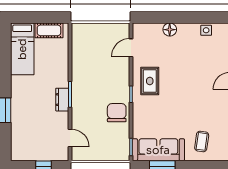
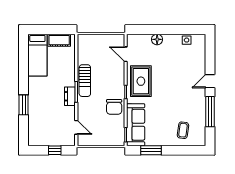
door: (131, 48) -> (126, 54), hinge flipped
sun lounger: (81, 80) -> (85, 81), added
rug: (150, 81) -> (141, 81), width x1.36, depth x1.43
chair: (117, 113) -> (114, 107), turned 180
sofa: (158, 150) -> (136, 125), moved, turned 90

